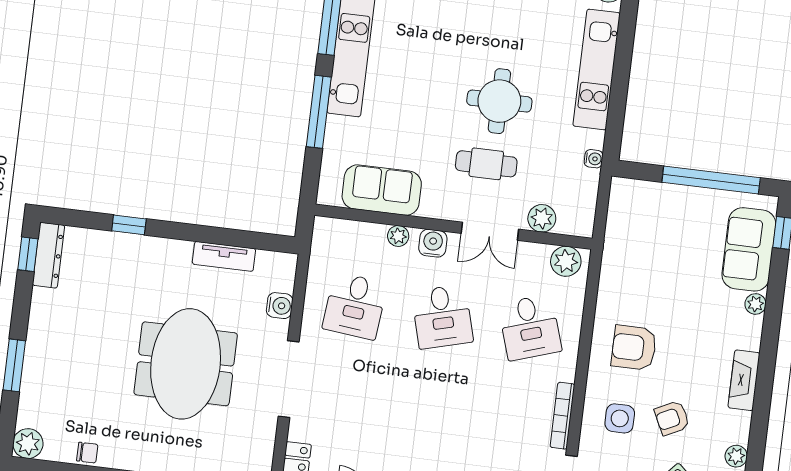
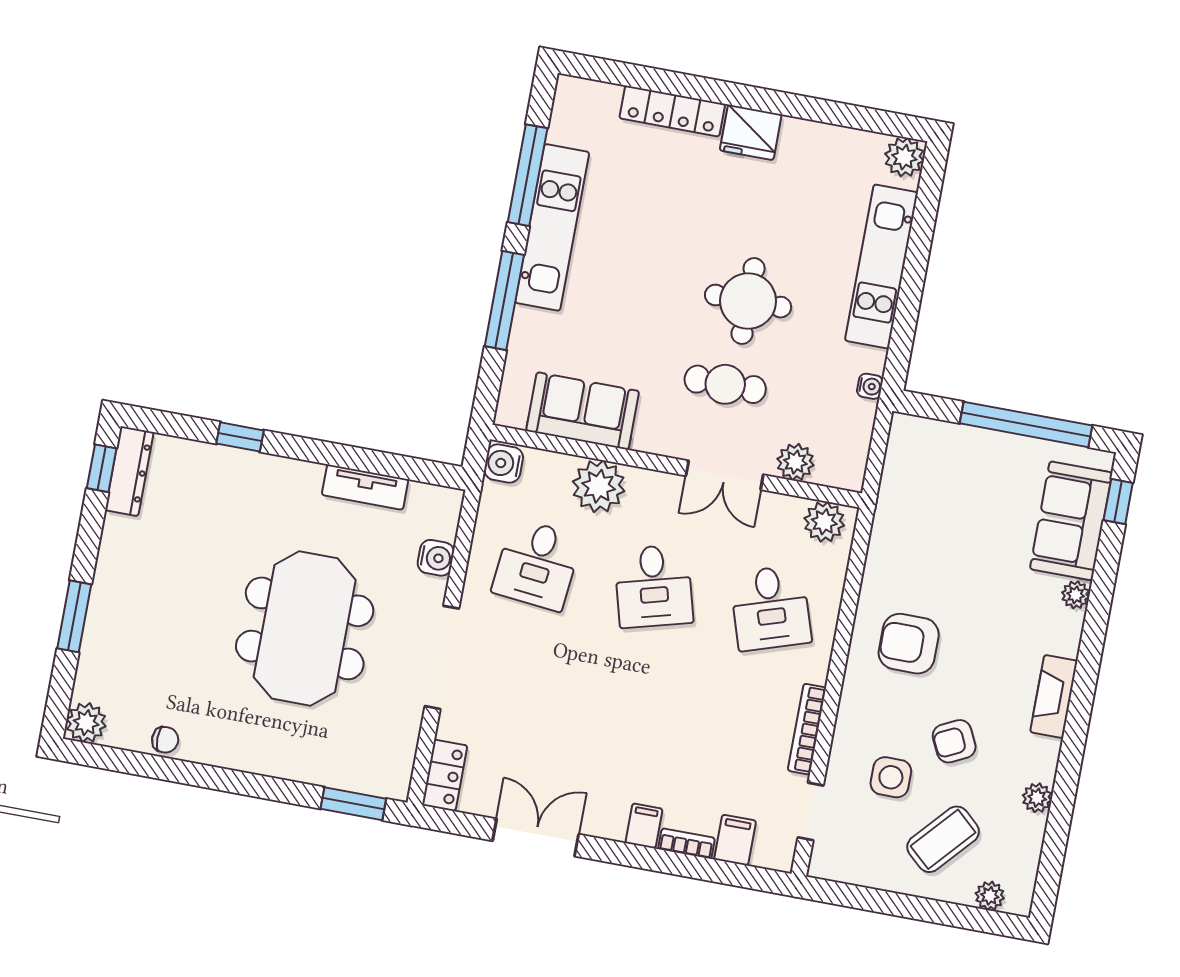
plant: (398, 236) -> (599, 486), width x1.88, depth x1.88
water cooler: (433, 243) -> (504, 463), moved, turned -90
side table: (620, 418) -> (891, 777), moved

